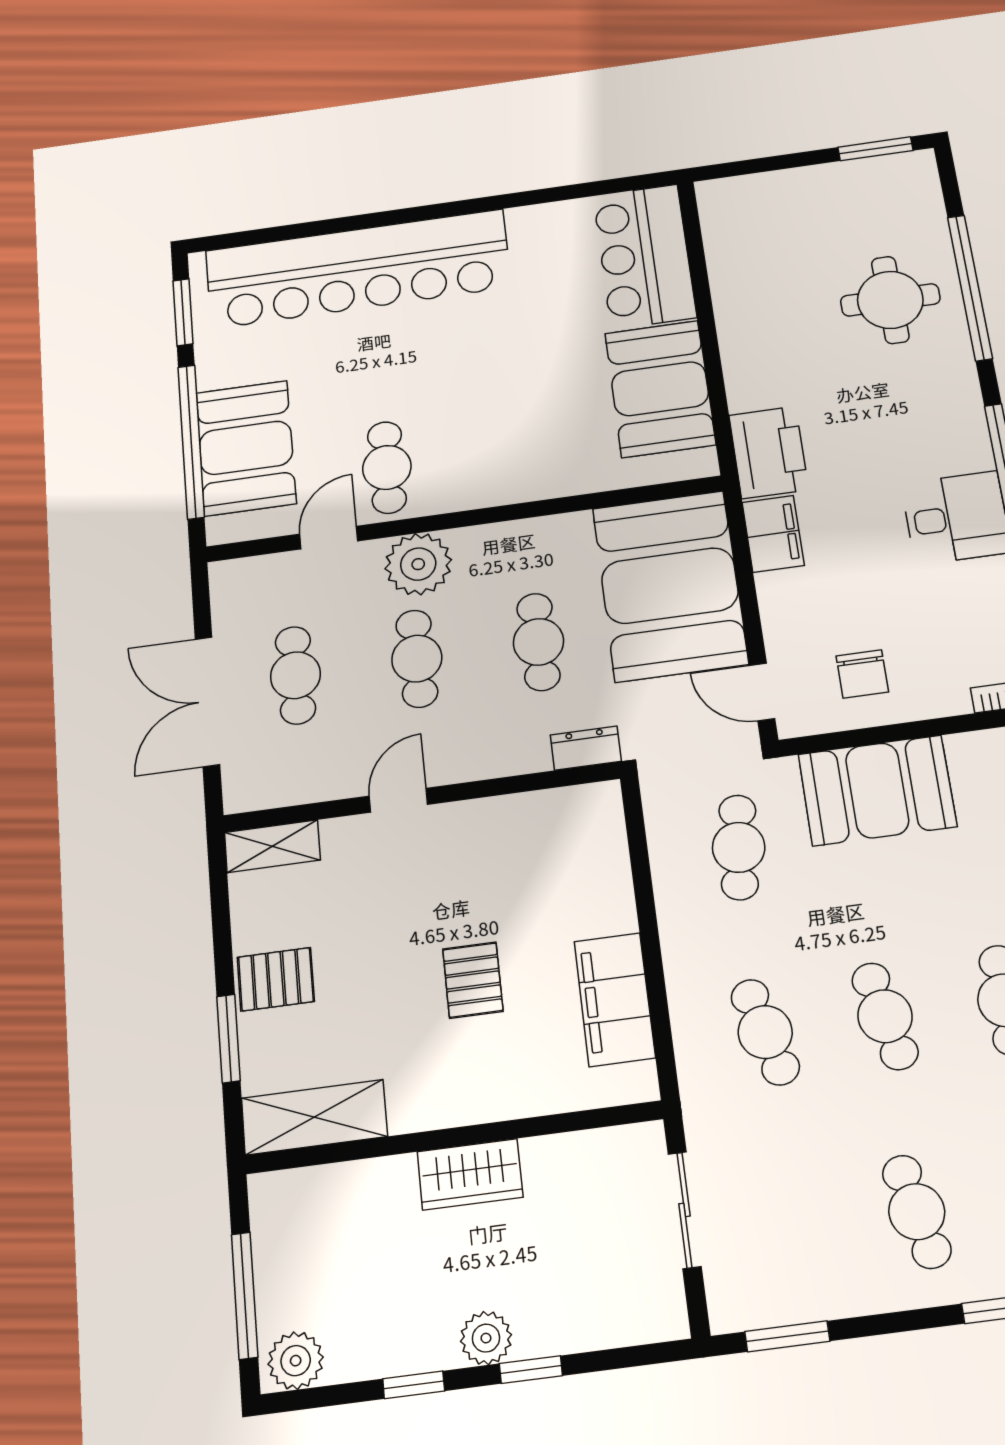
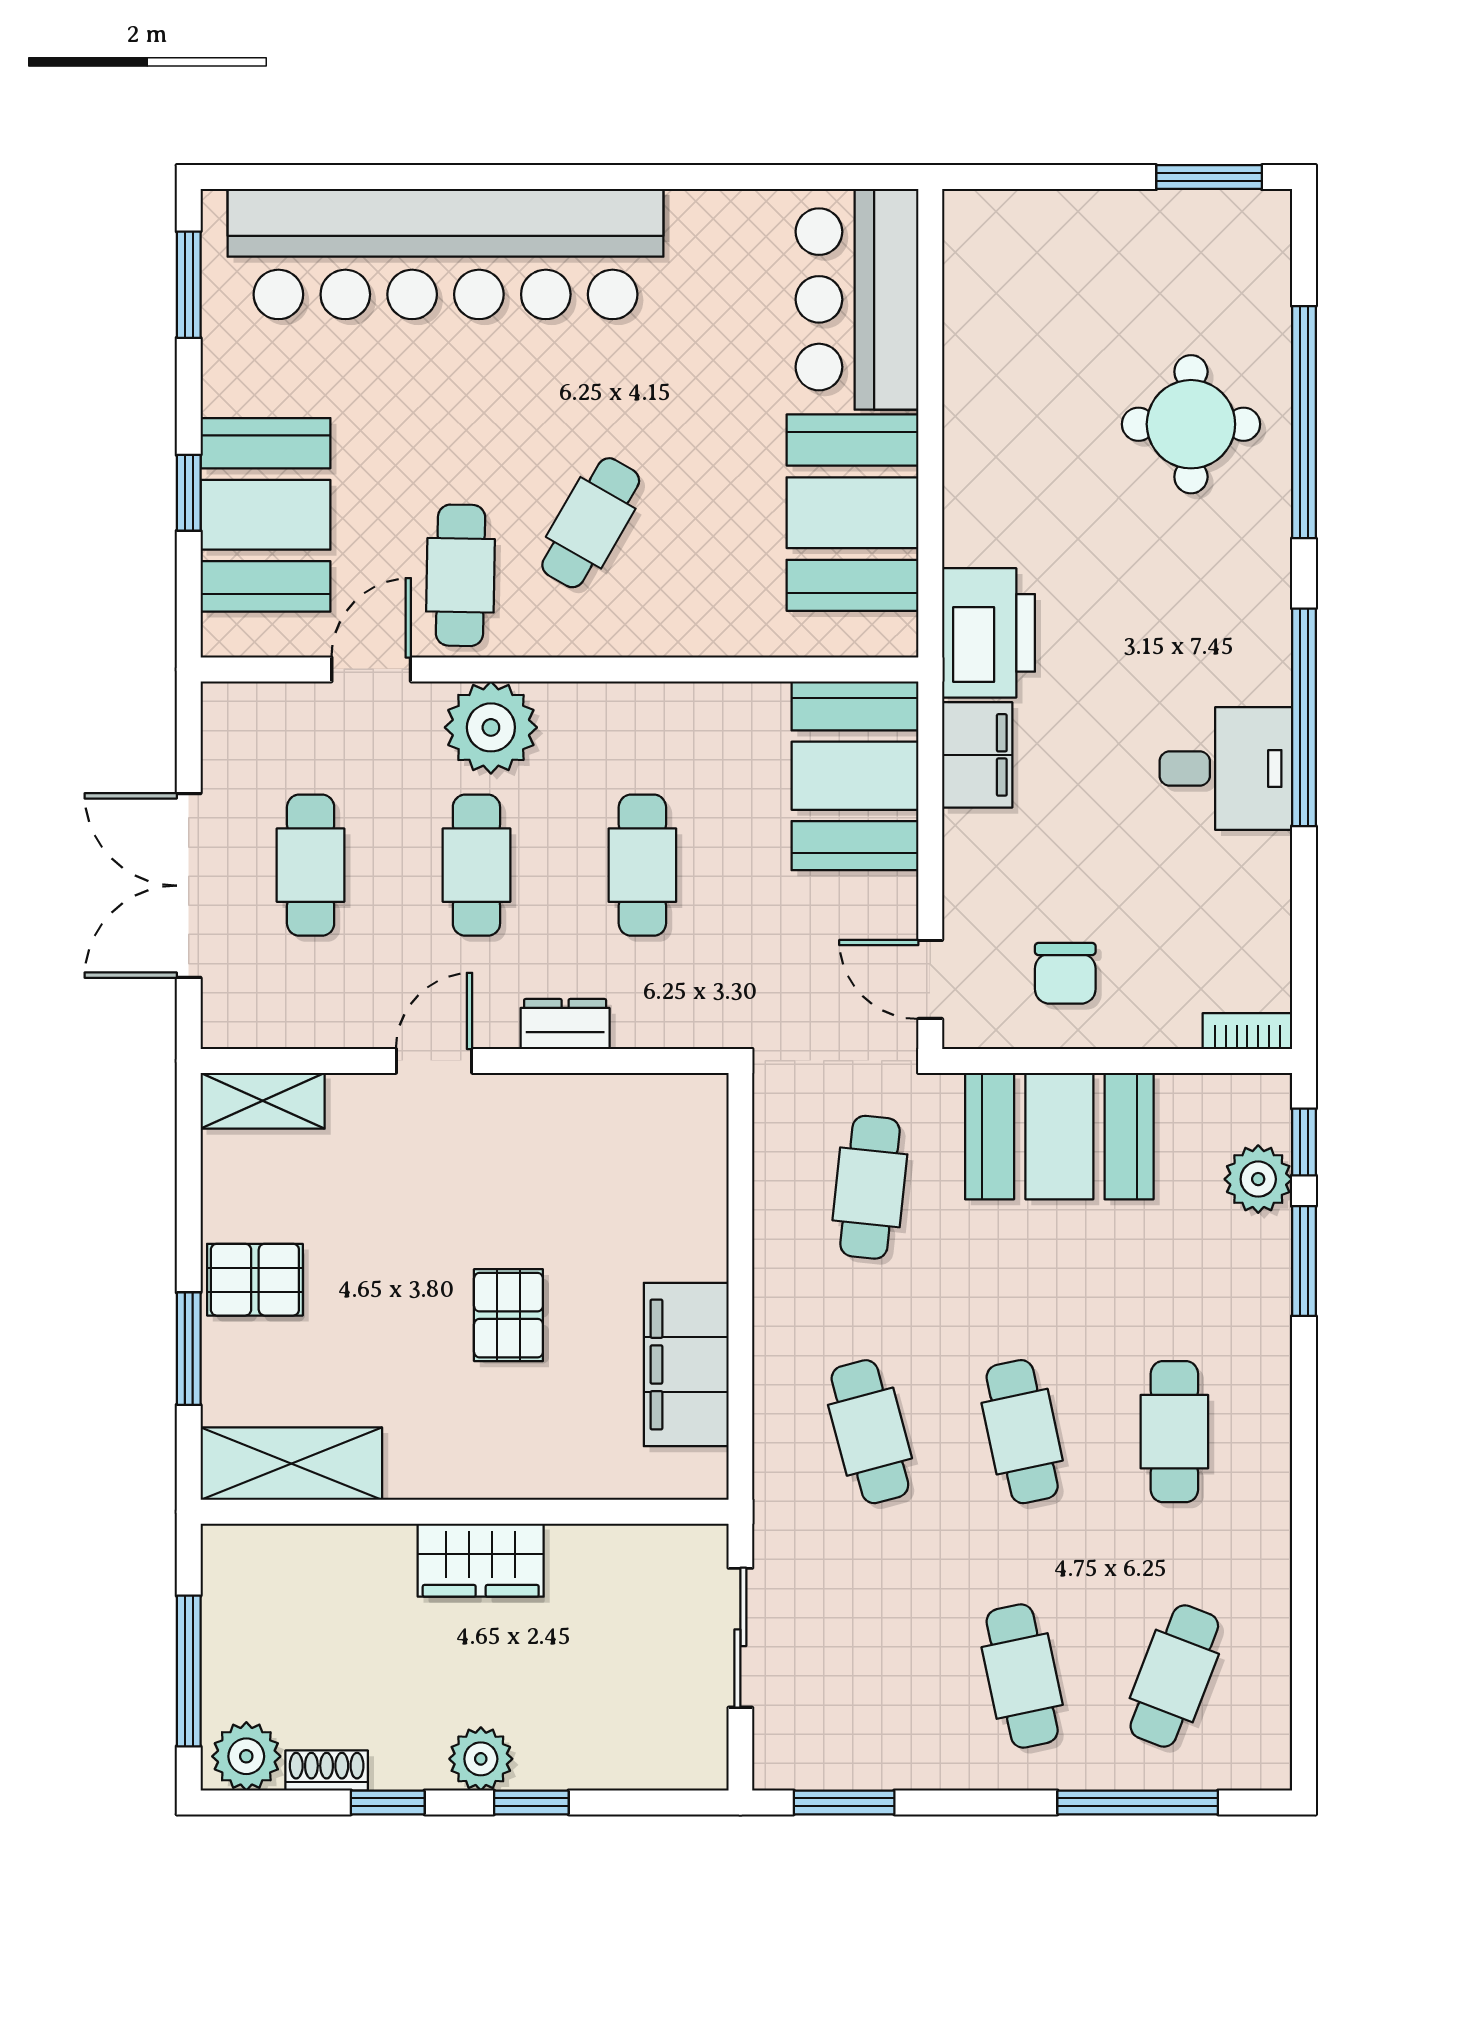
cafe table: (476, 421) -> (591, 523), added
window: (191, 441) -> (189, 493), width x0.32
booth: (670, 586) -> (855, 776), width x0.73, depth x0.70
dresser: (586, 748) -> (565, 1024), moved
shoe rack: (362, 1364) -> (327, 1770), added

